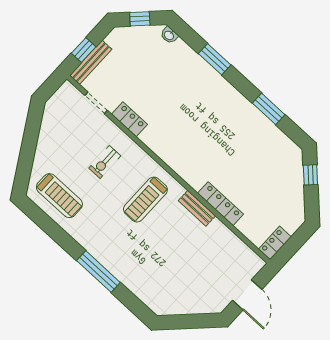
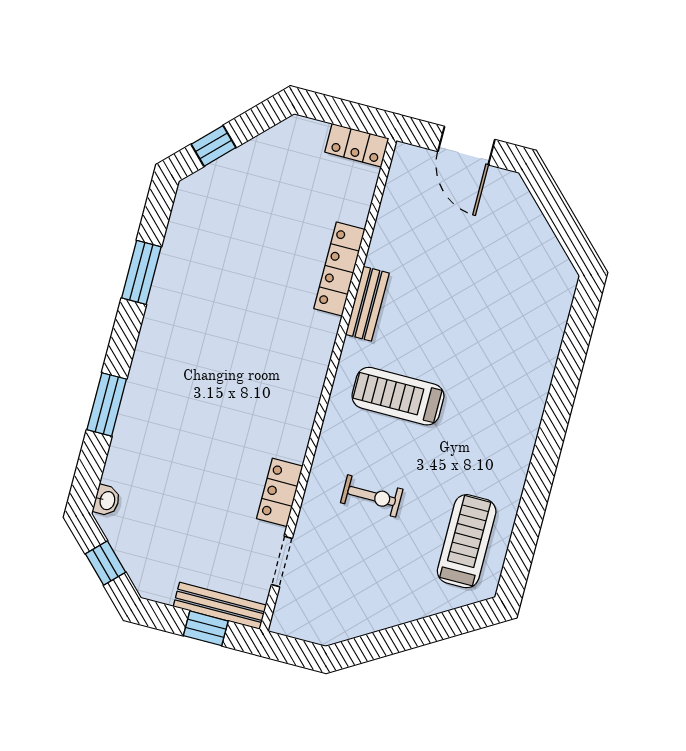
treadmill: (145, 200) -> (398, 396), turned 180
window: (98, 272) -> (558, 411), removed
door: (247, 295) -> (466, 146), swing flipped

